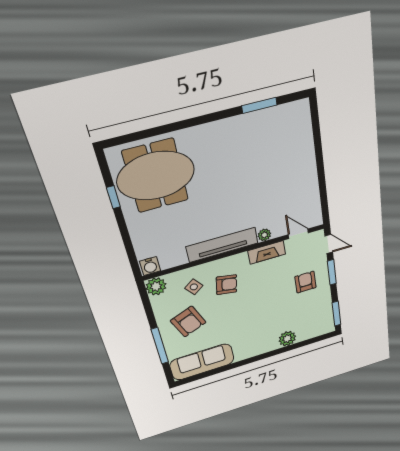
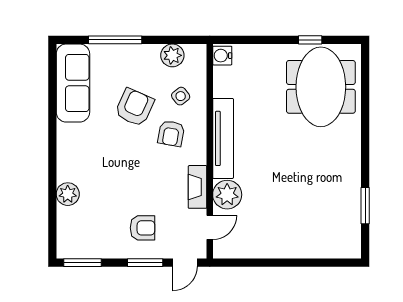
plant: (264, 235) -> (227, 195), width x1.87, depth x1.87
plant: (156, 286) -> (172, 55), moved
armchair: (188, 322) -> (134, 107), moved, turned 136

